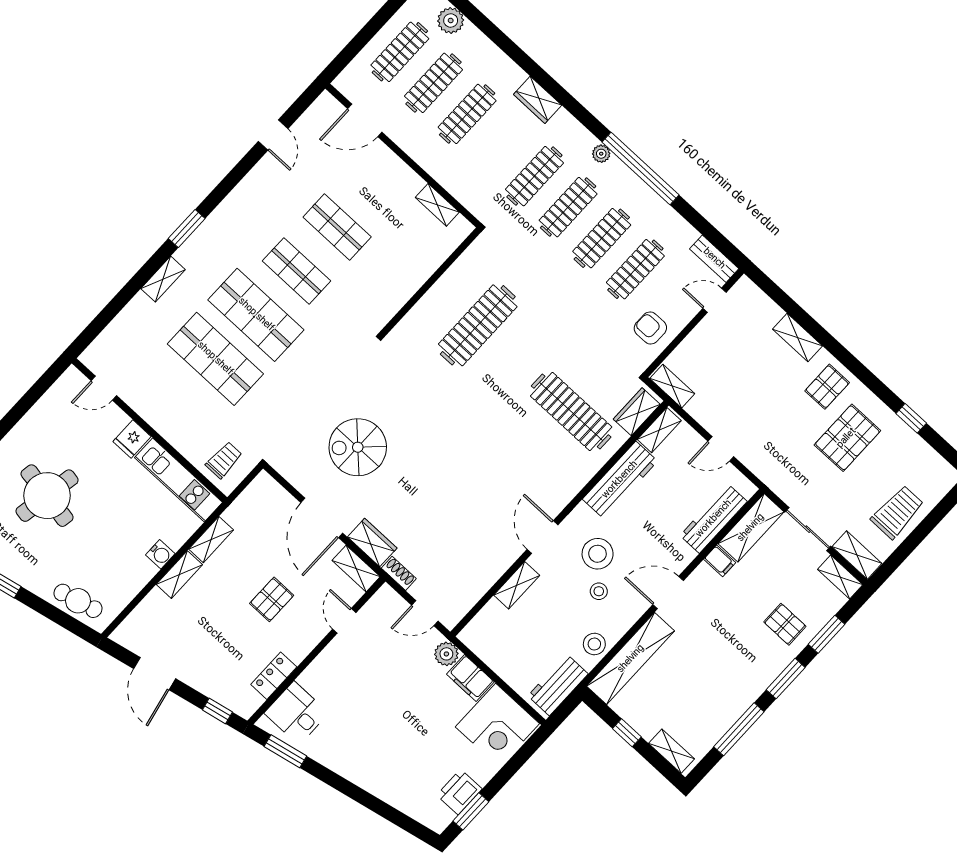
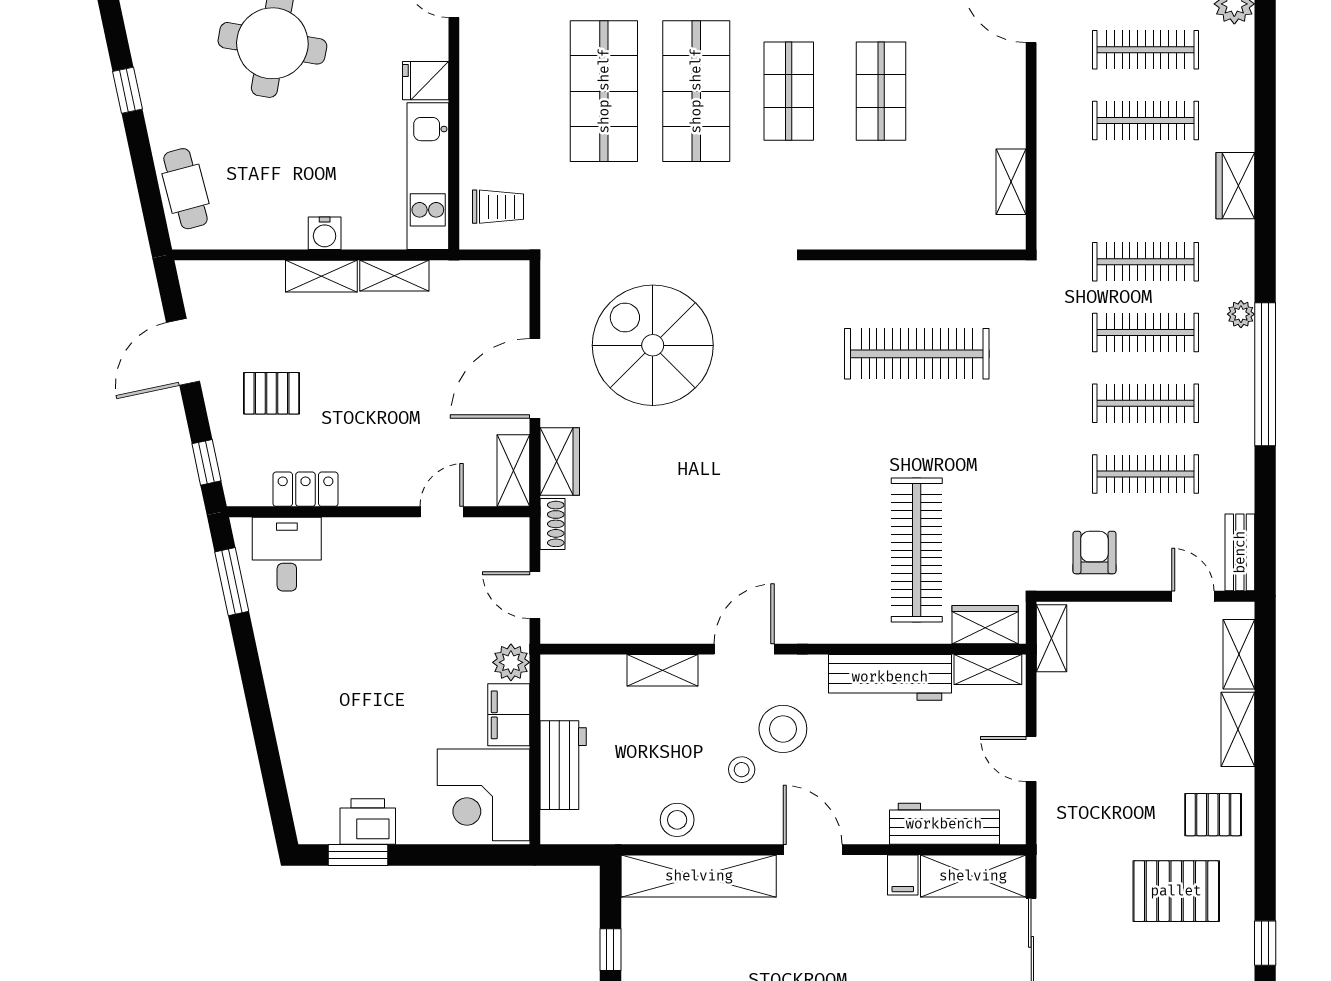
shelving: (762, 304) -> (1239, 654), added
spiral stairs: (358, 447) -> (653, 345), width x1.37, depth x1.37
pallet: (272, 599) -> (271, 393), moved
workbench: (558, 685) -> (563, 765), moved, turned 90

